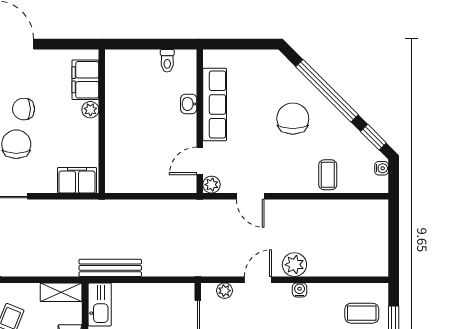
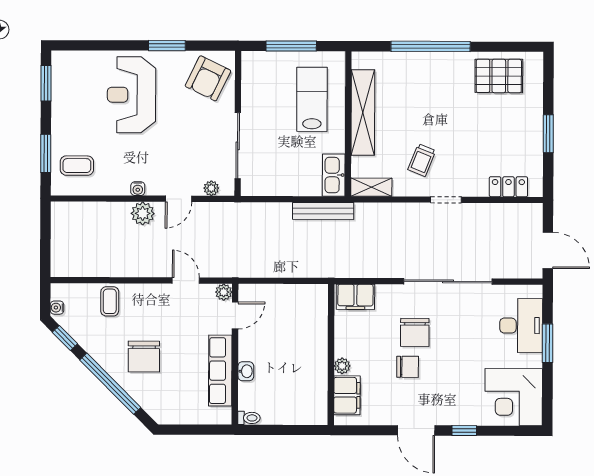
toilet: (167, 61) -> (249, 418), moved, turned 90

